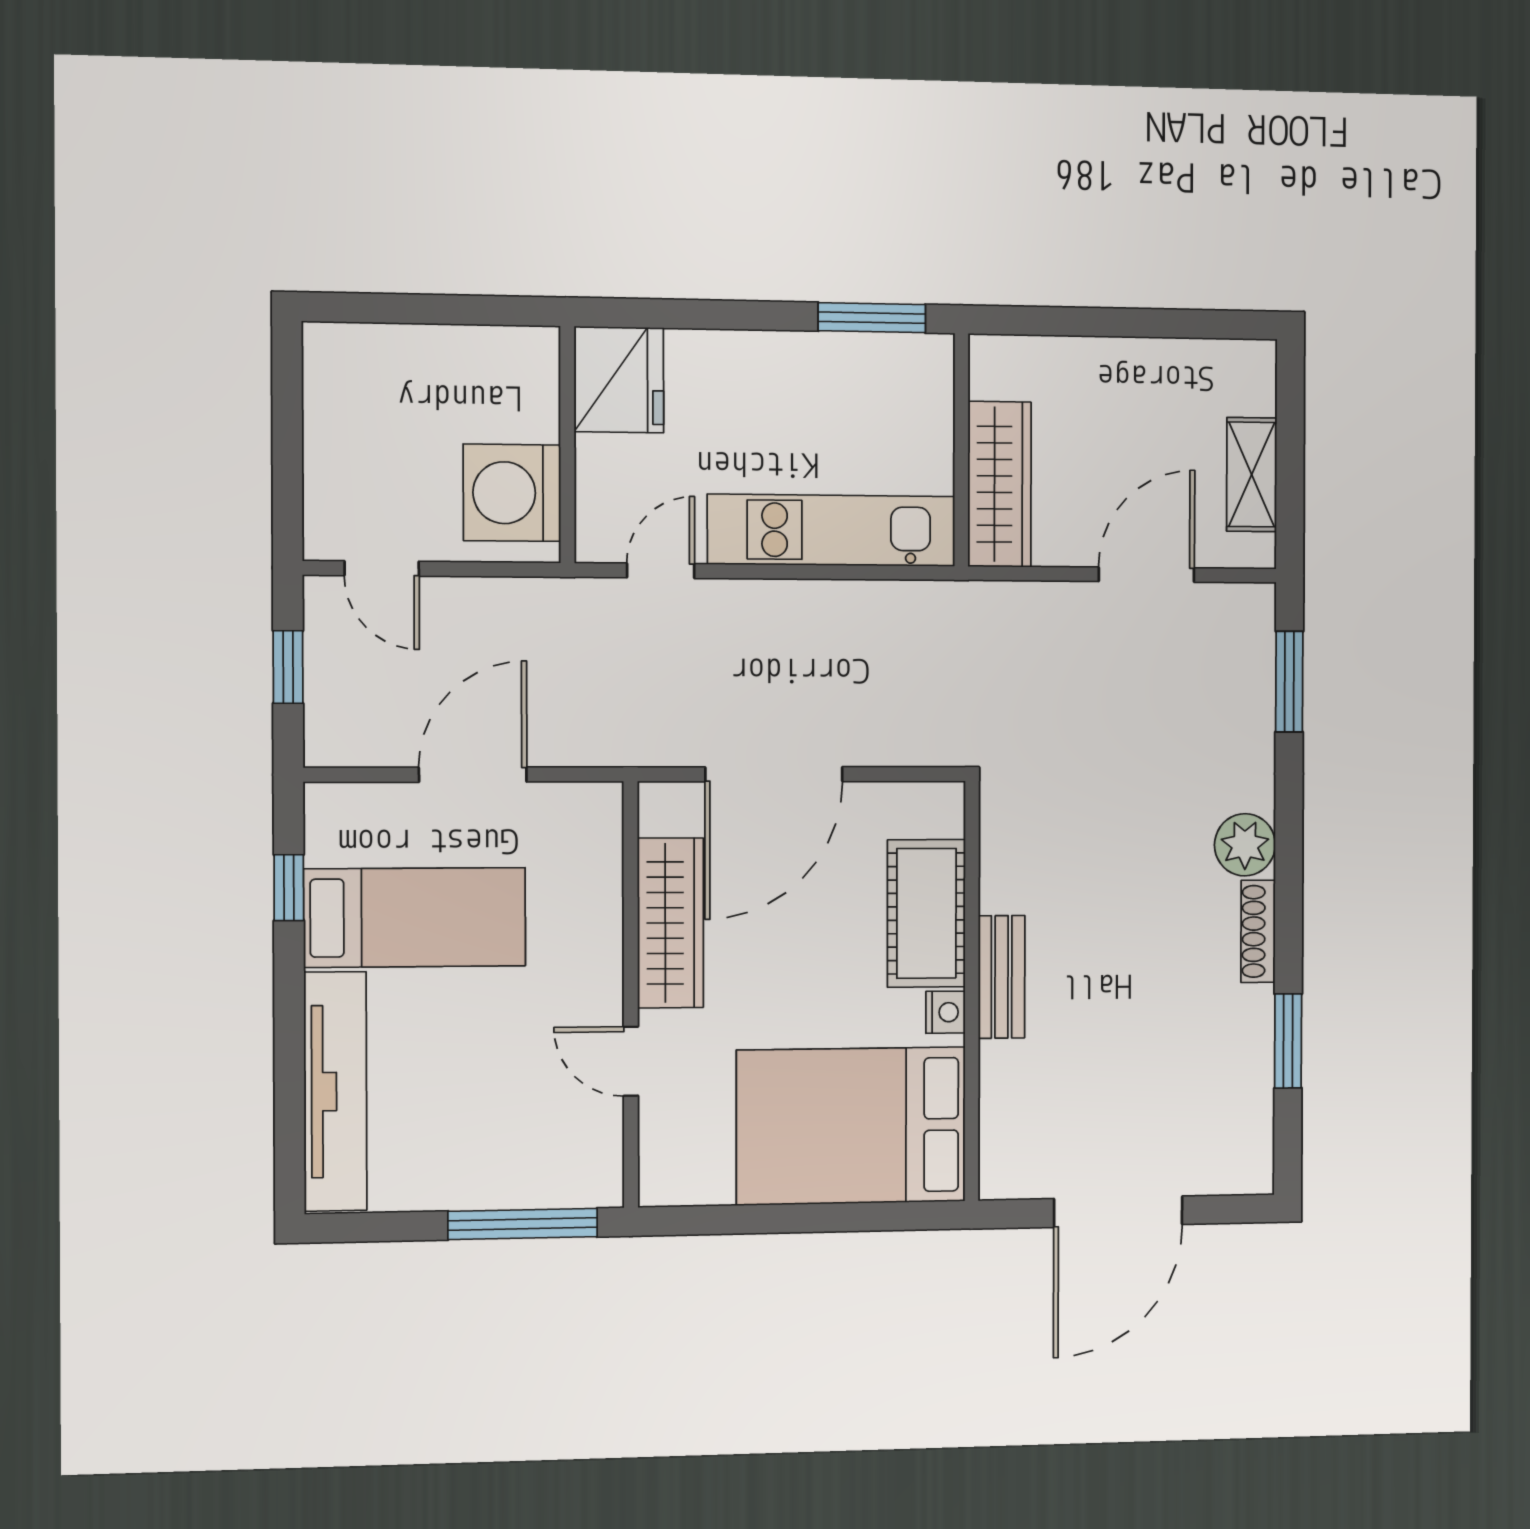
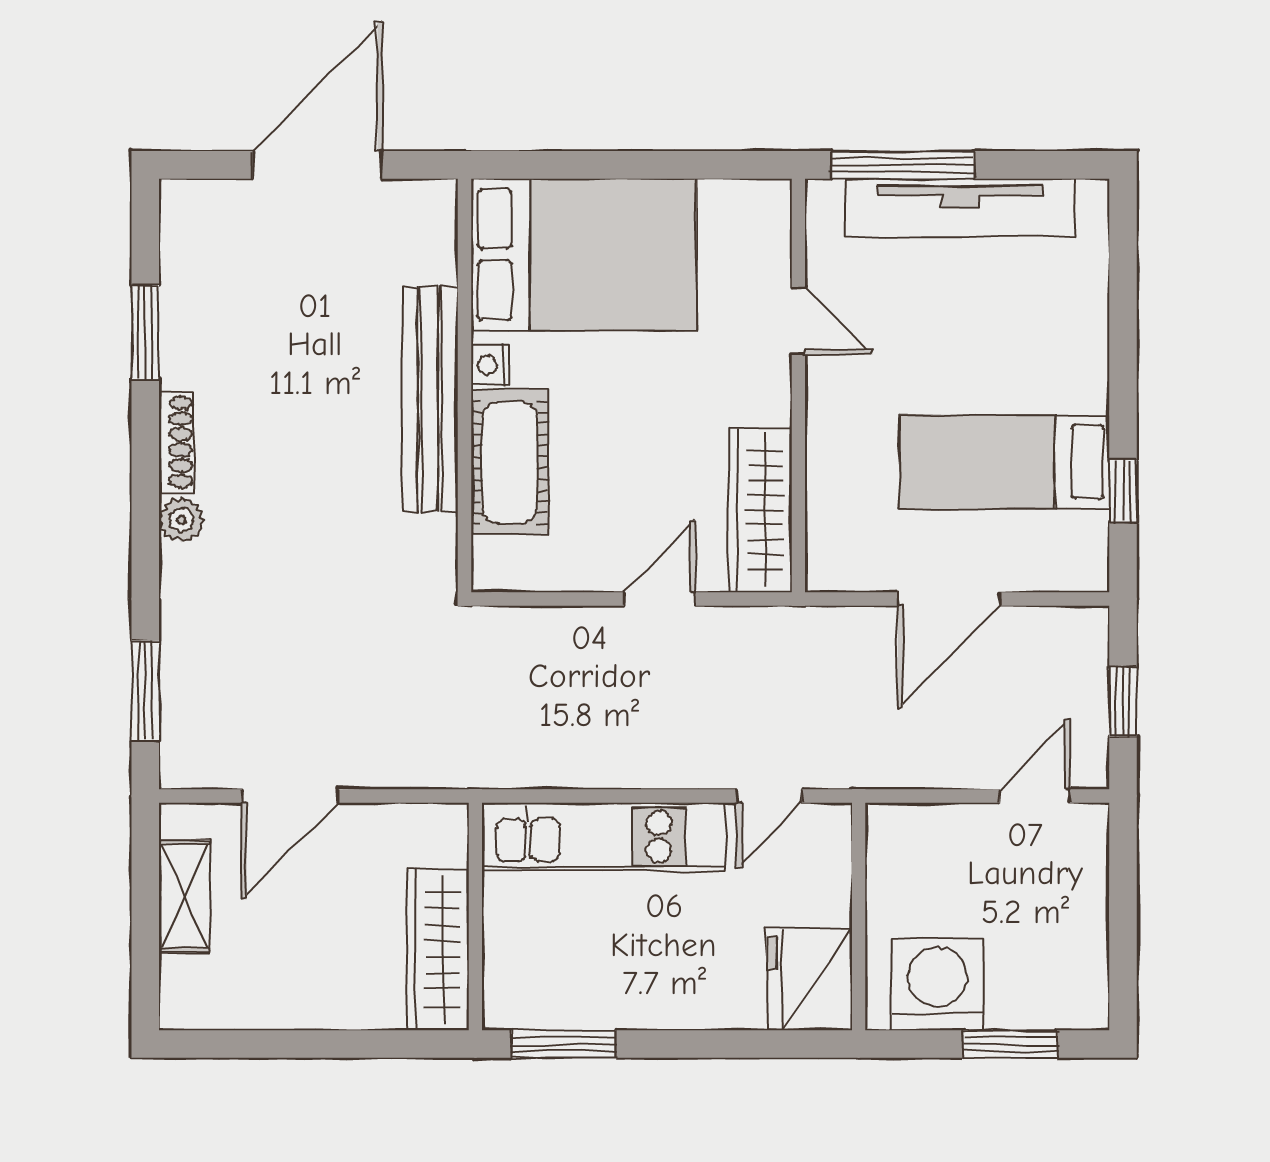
window: (407, 309) -> (1011, 1044), added
wardrobe: (999, 484) -> (438, 949), moved
washing machine: (512, 493) -> (938, 984), moved, turned -90
door: (382, 568) -> (1035, 796), hinge flipped
door: (774, 774) -> (659, 599), width x0.53
plant: (1245, 845) -> (182, 520), width x0.73, depth x0.73
wardrobe: (670, 923) -> (760, 510), moved
bench: (1002, 977) -> (430, 399), width x1.86, depth x1.21
tv unit: (335, 1091) -> (960, 208), moved, turned -90

